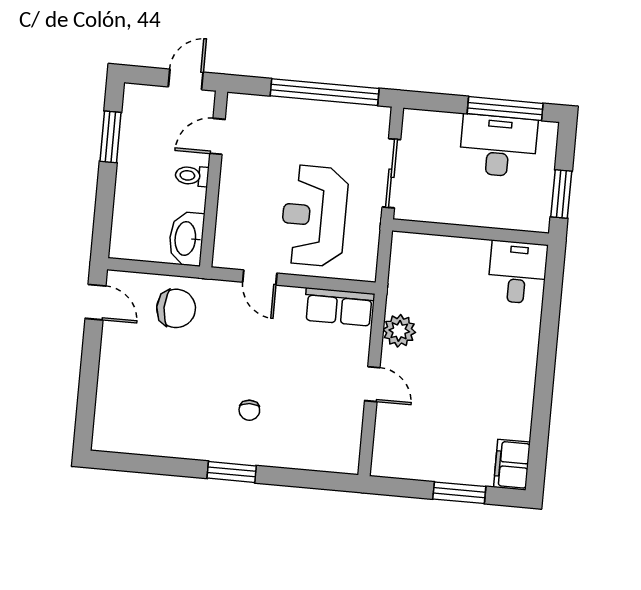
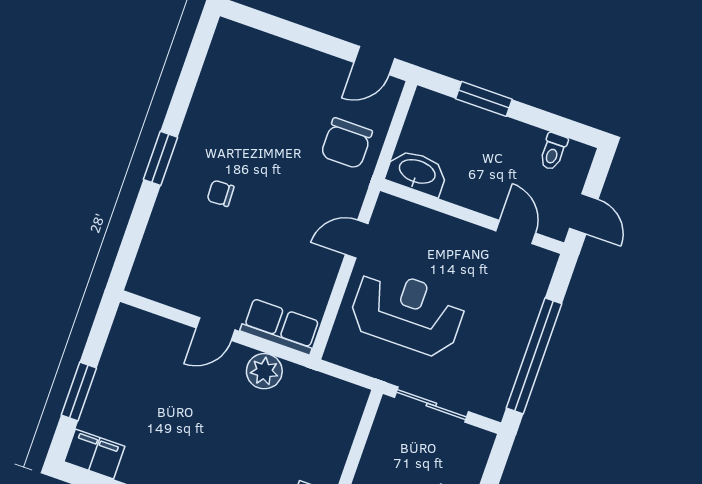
window: (110, 137) -> (484, 99), moved
toilet: (192, 176) -> (553, 151), moved, turned 180
row of seats: (339, 307) -> (280, 326), moved, turned 90

